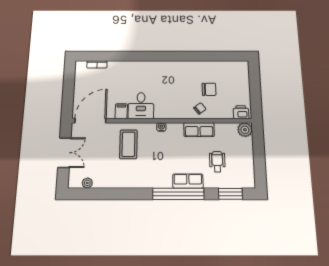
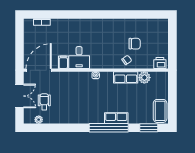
plant: (245, 130) -> (144, 78), moved
coffee table: (128, 144) -> (160, 111), moved
wheelchair: (217, 162) -> (44, 102), moved

